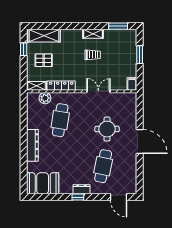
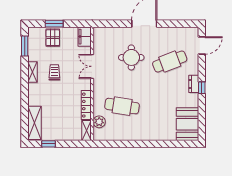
pallet: (44, 60) -> (53, 38), moved
filing cabinet: (132, 84) -> (85, 37), width x2.00
dresser: (32, 145) -> (148, 135), removed
cafe table: (103, 166) -> (170, 62), turned -33

